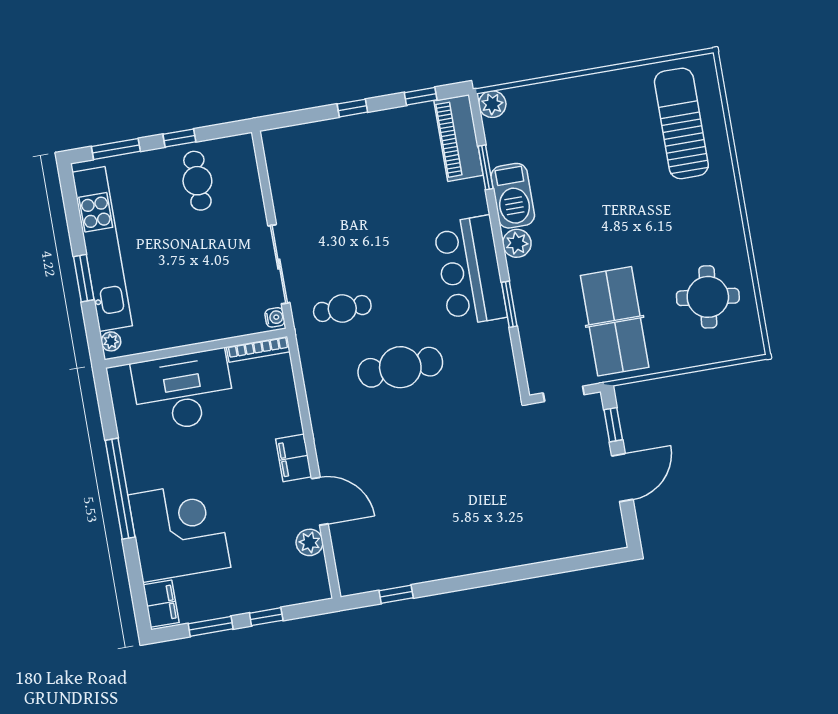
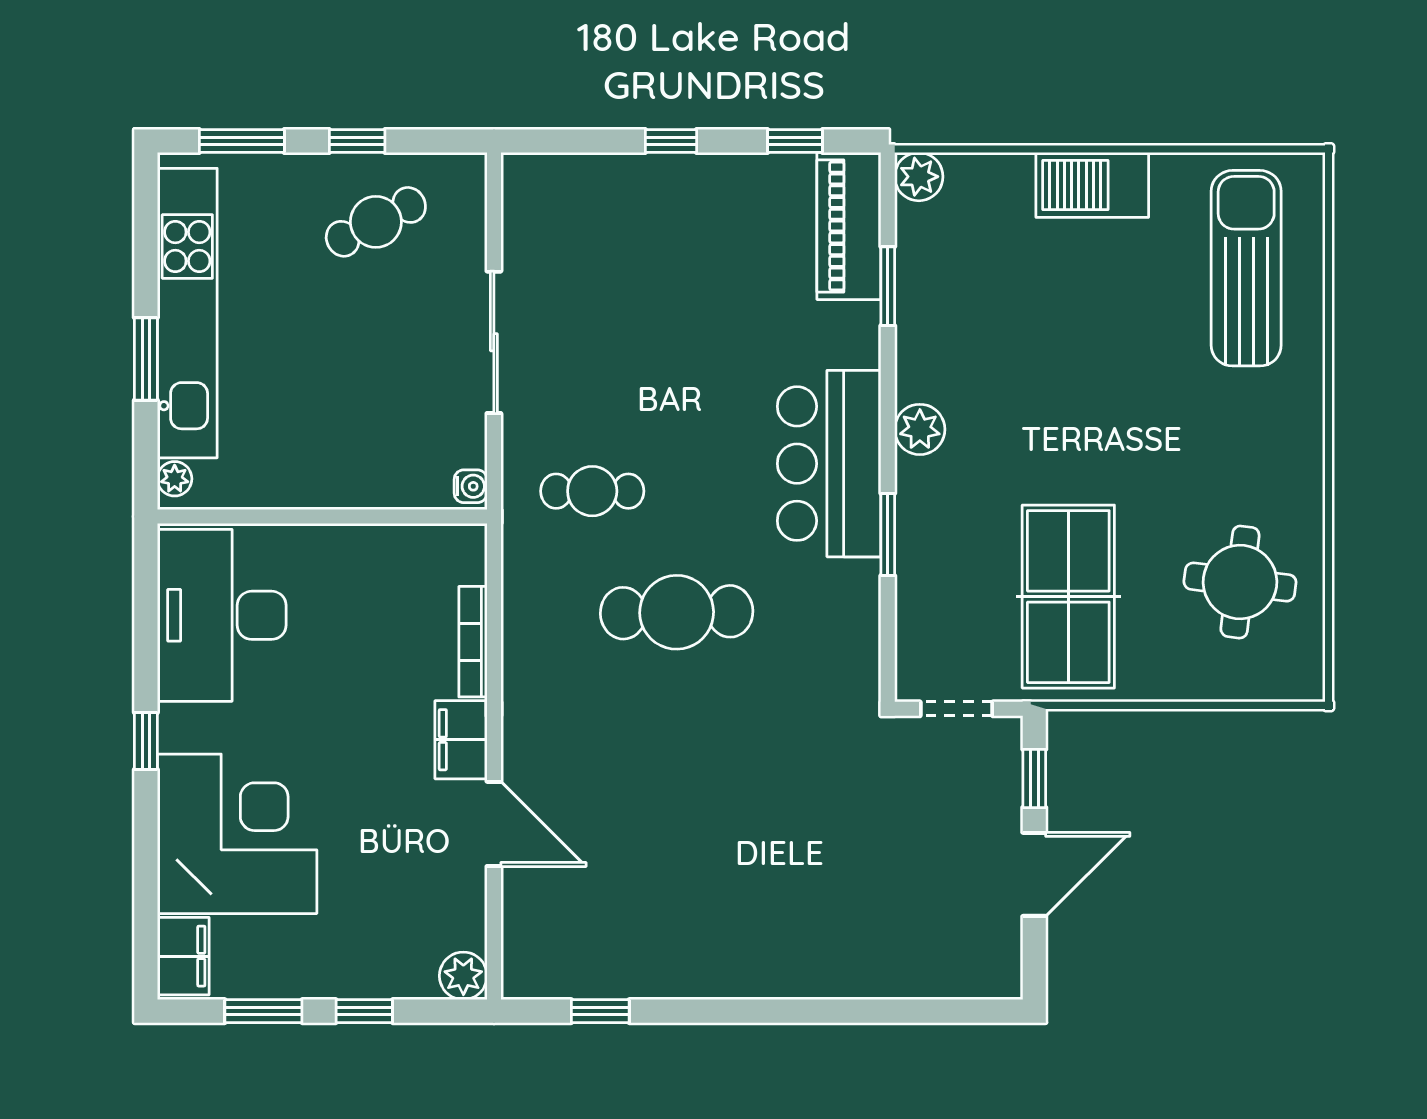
cafe table: (197, 181) -> (376, 222), turned 63
barbecue: (513, 196) -> (1092, 185), moved, turned 90
sliding door: (279, 264) -> (494, 342), moved
bookcase: (258, 349) -> (473, 642), moved, turned 90
desk: (183, 391) -> (222, 615), moved, turned -90
window: (120, 489) -> (146, 741), width x0.32
plant: (309, 542) -> (463, 976), moved

